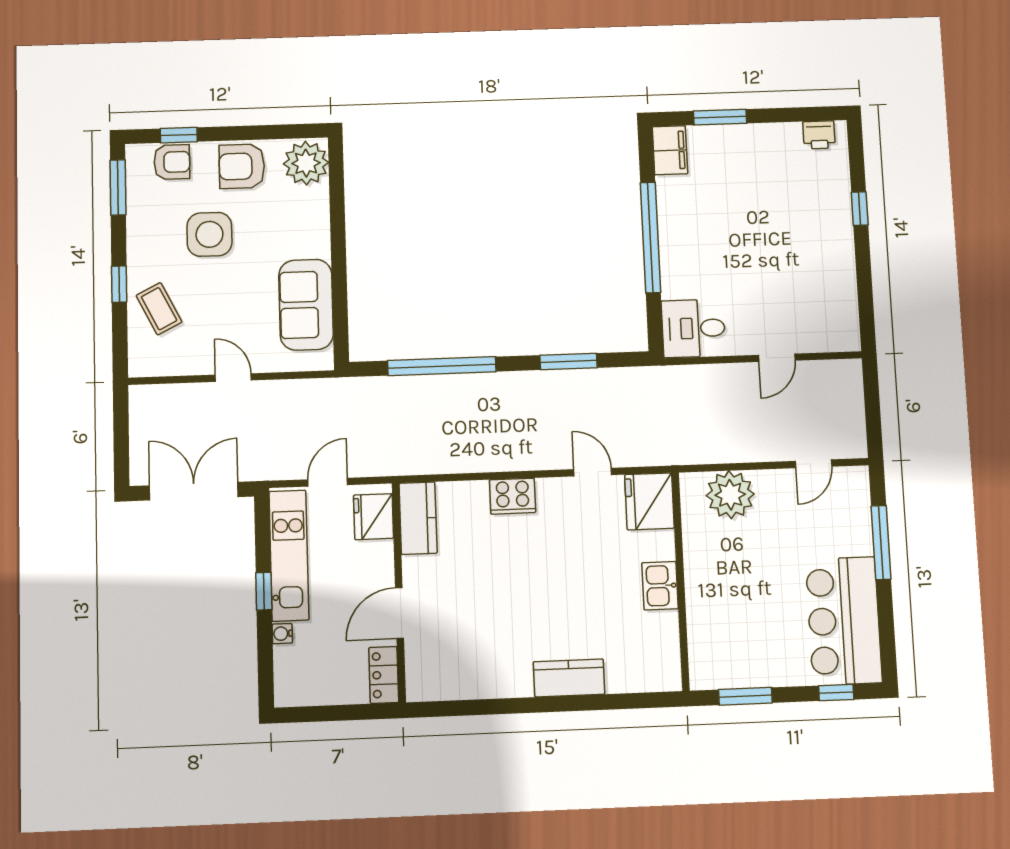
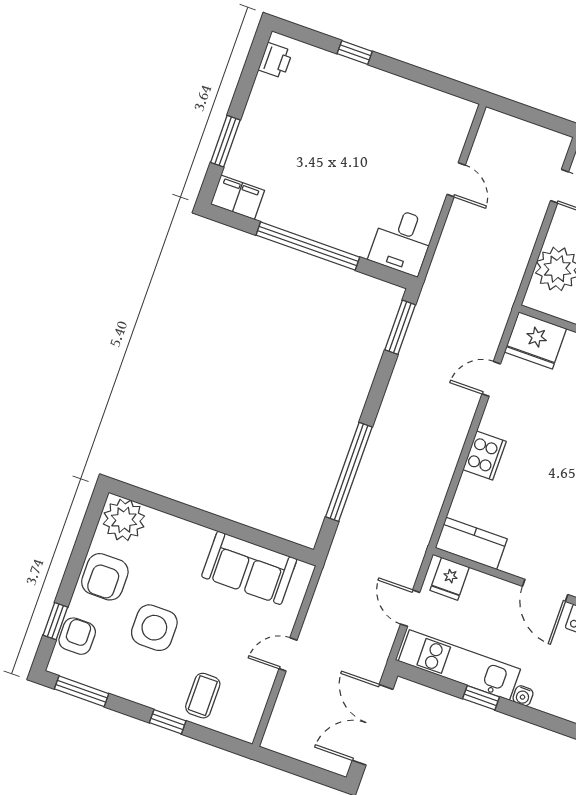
coffee table: (159, 309) -> (203, 696), turned -63
window: (569, 362) -> (400, 327), moved
fridge: (374, 517) -> (450, 579), width x0.72

